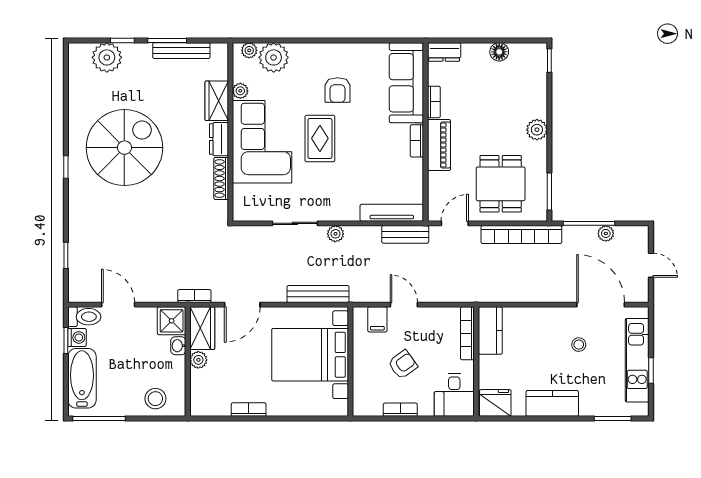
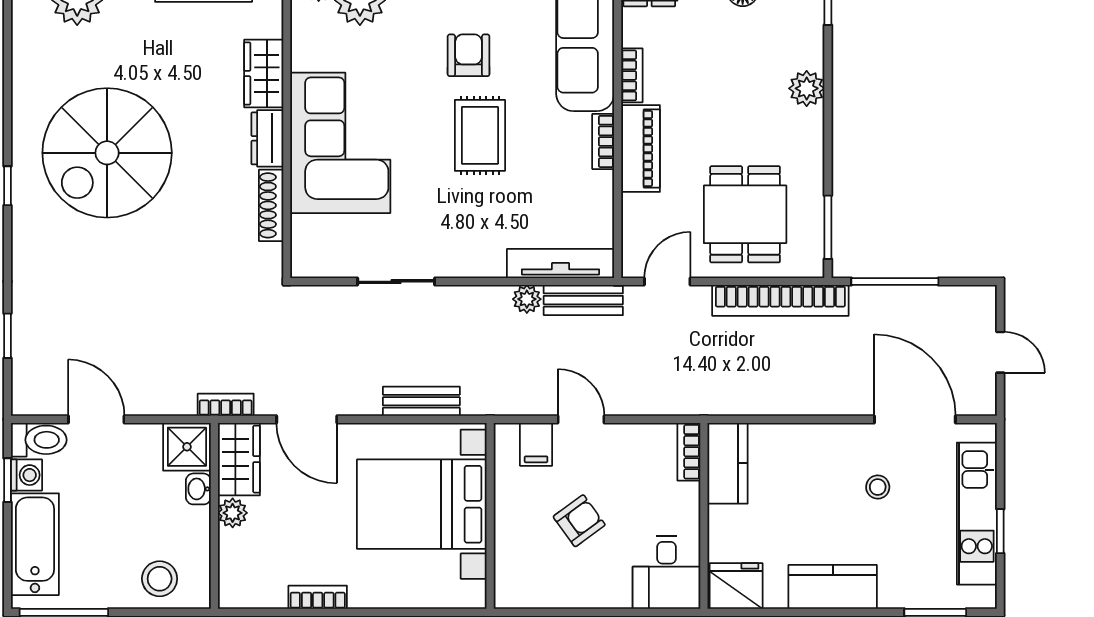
armchair: (338, 90) -> (469, 55), turned 180
plant: (240, 91) -> (303, 57), removed
plant: (537, 130) -> (807, 88), moved
rug: (320, 138) -> (480, 135), moved
spiral stairs: (124, 148) -> (107, 153), turned 180
plant: (606, 233) -> (924, 299), removed
plant: (335, 234) -> (527, 299), moved
bench: (318, 294) -> (421, 401), width x0.73
door: (242, 305) -> (307, 419), hinge flipped
bookcase: (467, 333) -> (689, 452), width x0.64
bookcase: (400, 410) -> (575, 598), removed

